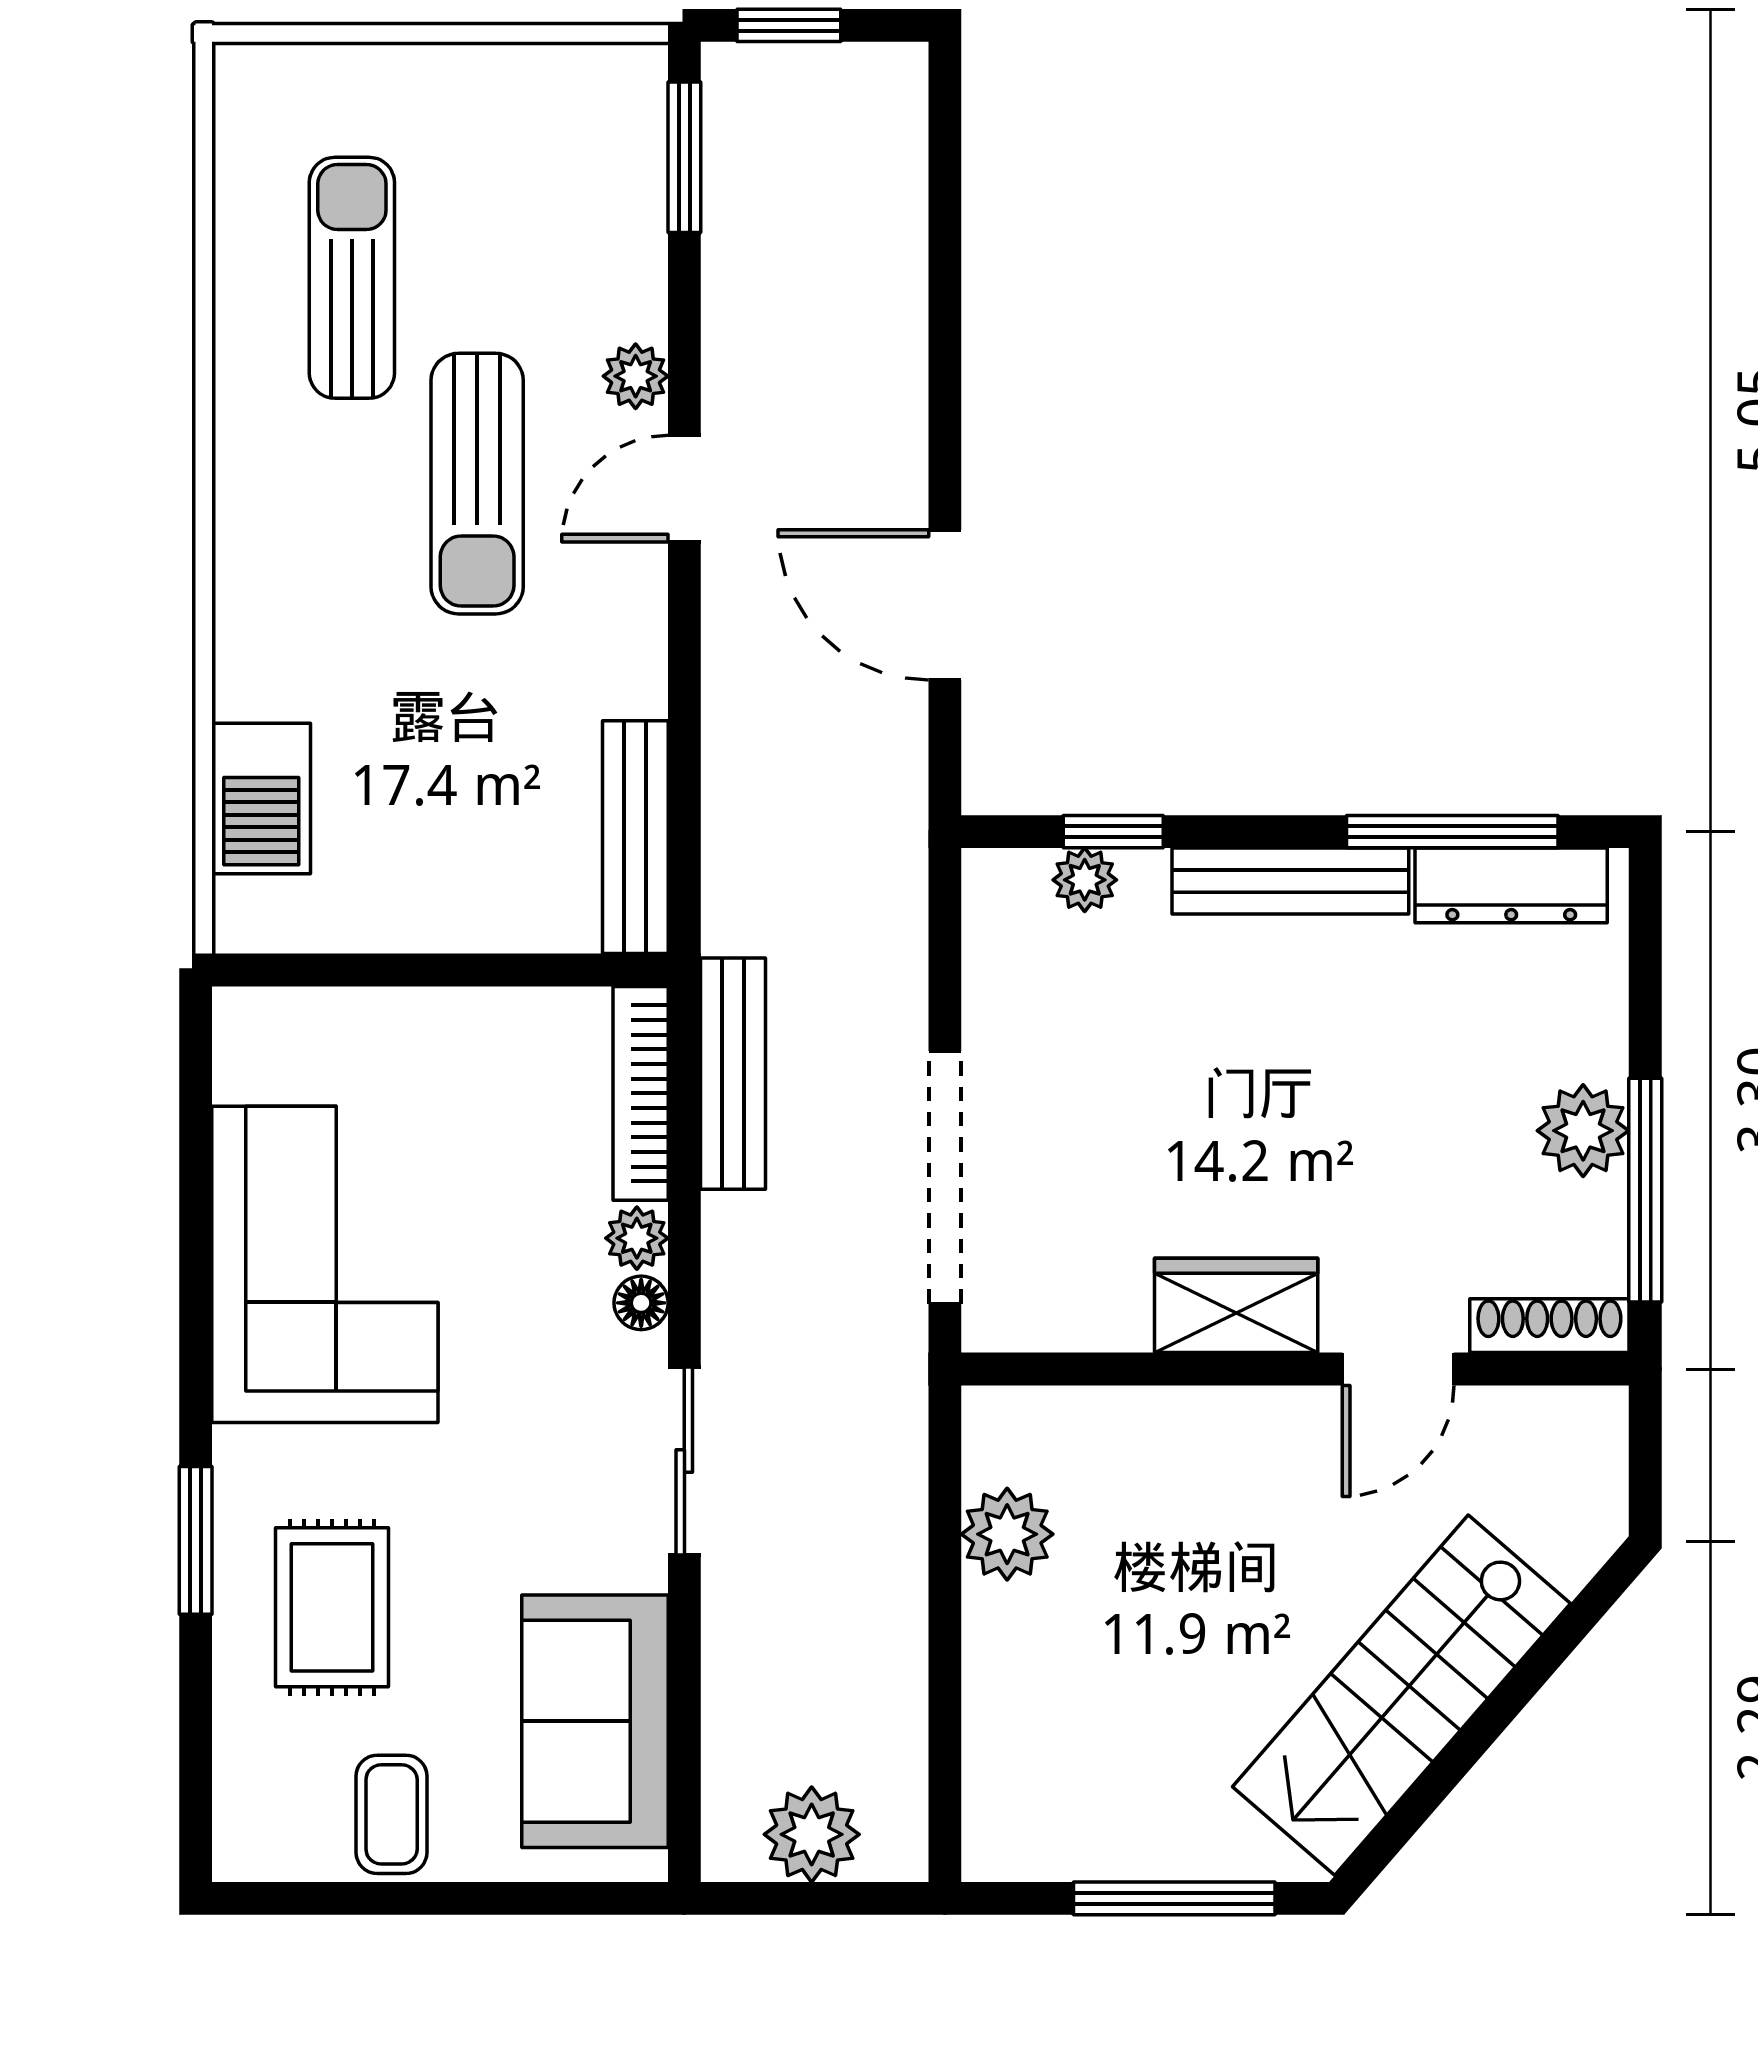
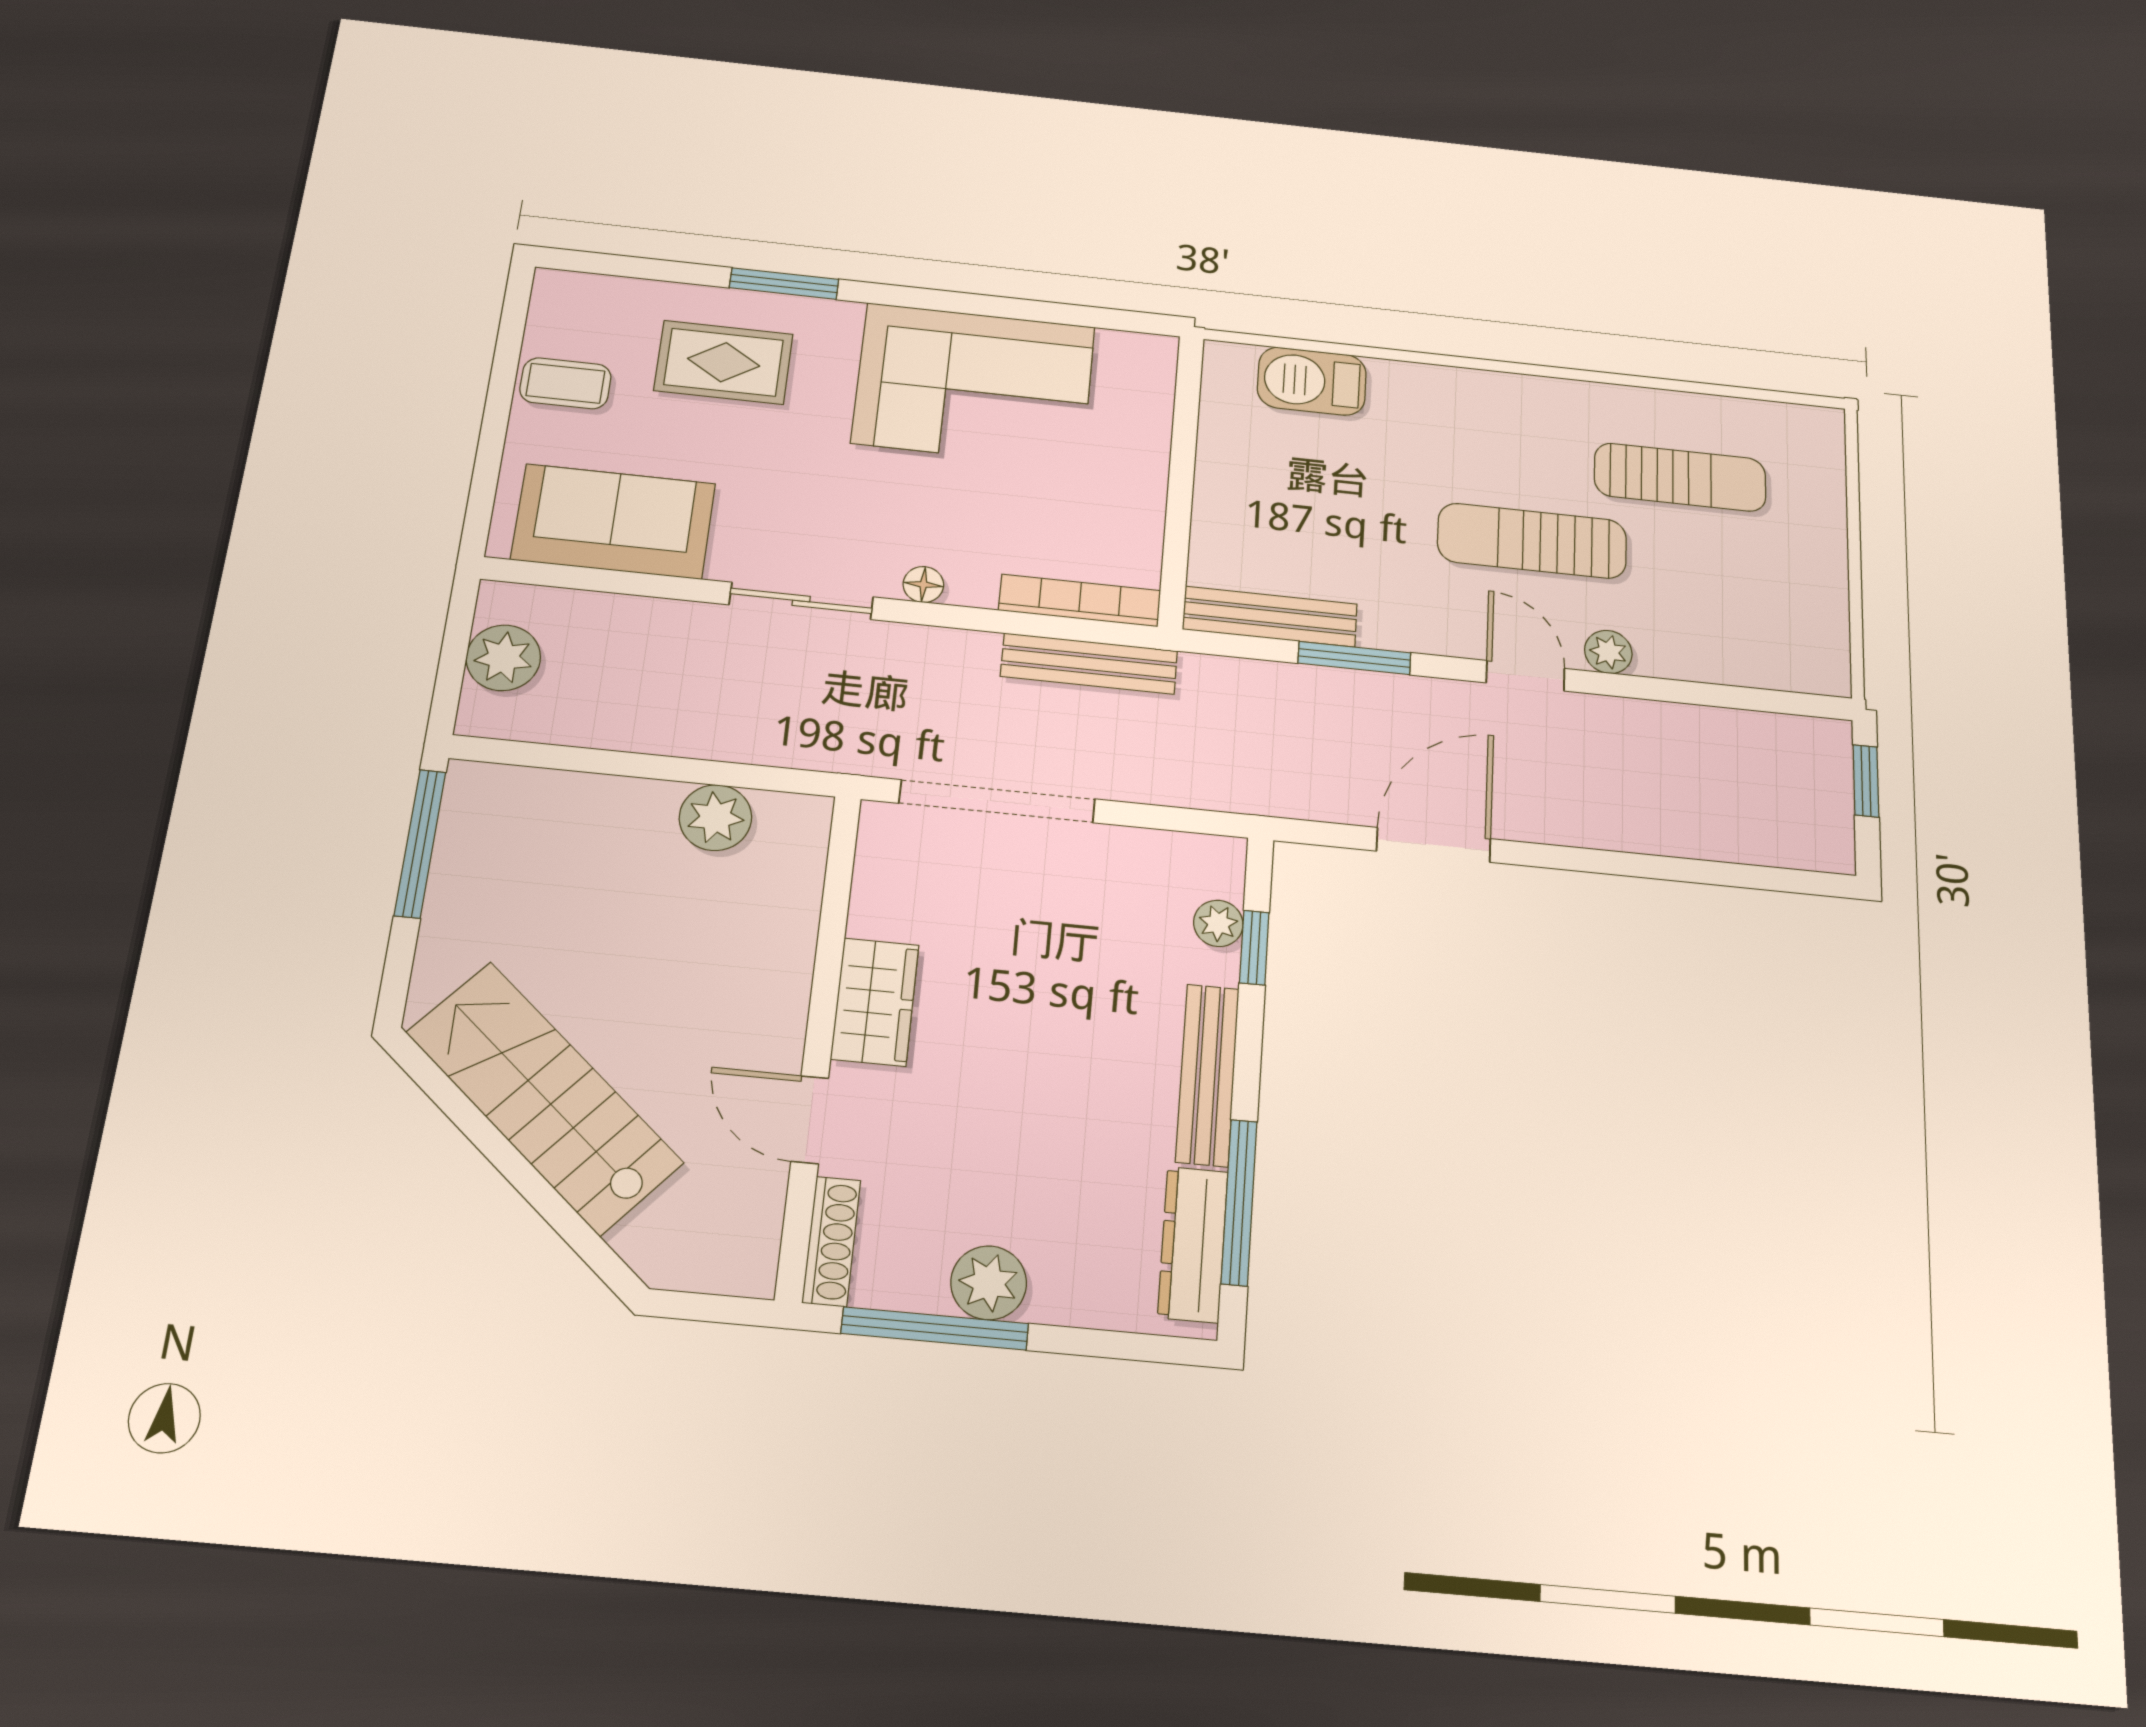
window: (684, 157) -> (1354, 658), moved
plant: (637, 1238) -> (972, 587), removed
window: (1174, 1898) -> (420, 843), moved

